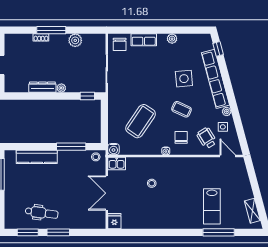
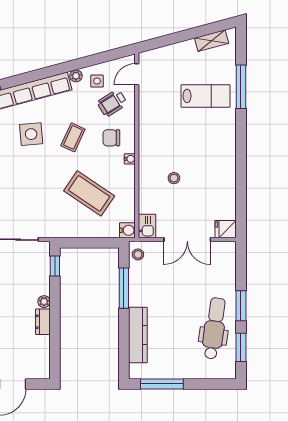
dresser: (42, 87) -> (43, 322), width x0.70
dental chair: (42, 213) -> (214, 328), width x1.36, depth x1.38

